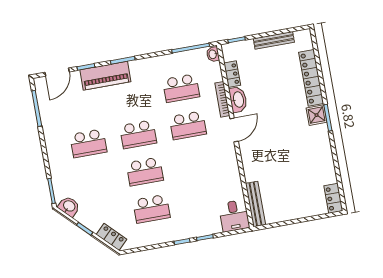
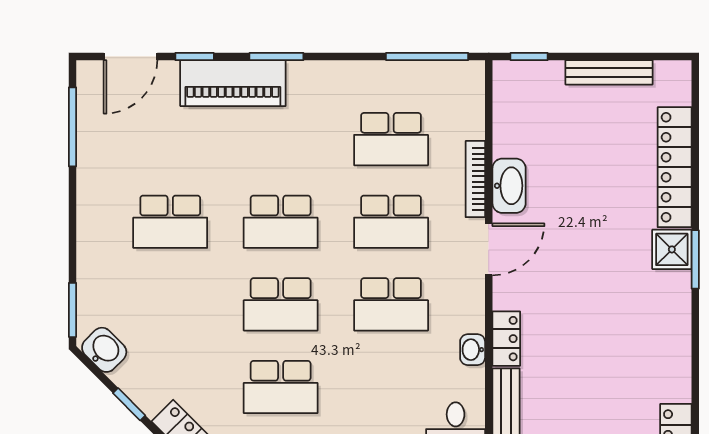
washbasin: (213, 54) -> (473, 350), moved
locker: (232, 74) -> (506, 339), moved
school desk: (194, 163) -> (391, 304), added

